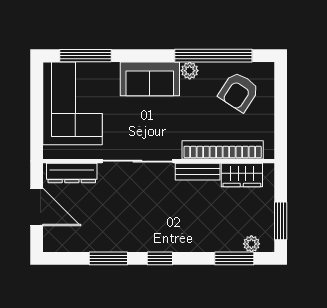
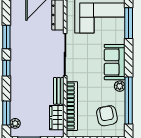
armchair: (239, 92) -> (107, 116), turned 46

